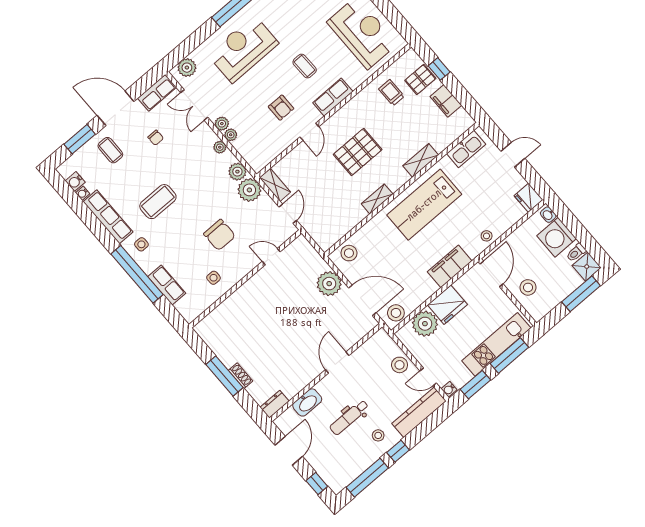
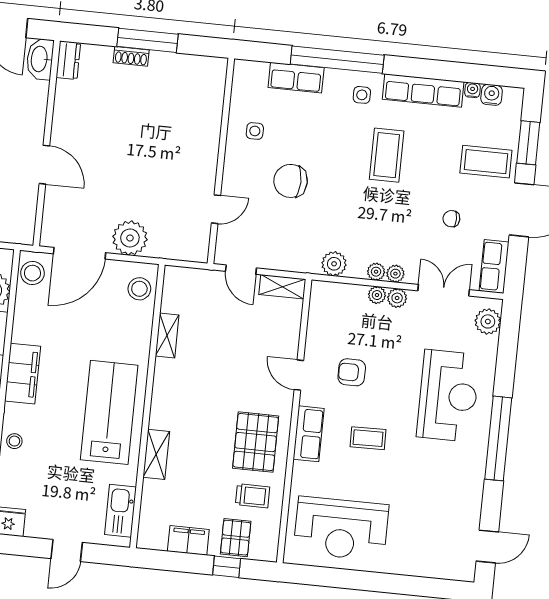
coffee table: (110, 150) -> (486, 162), width x1.36, depth x1.30
pallet: (358, 152) -> (256, 442), moved
plant: (249, 190) -> (395, 274), moved, width x0.53, depth x0.53
shelving: (377, 199) -> (167, 336), moved
washbasin: (307, 402) -> (40, 59), moved

